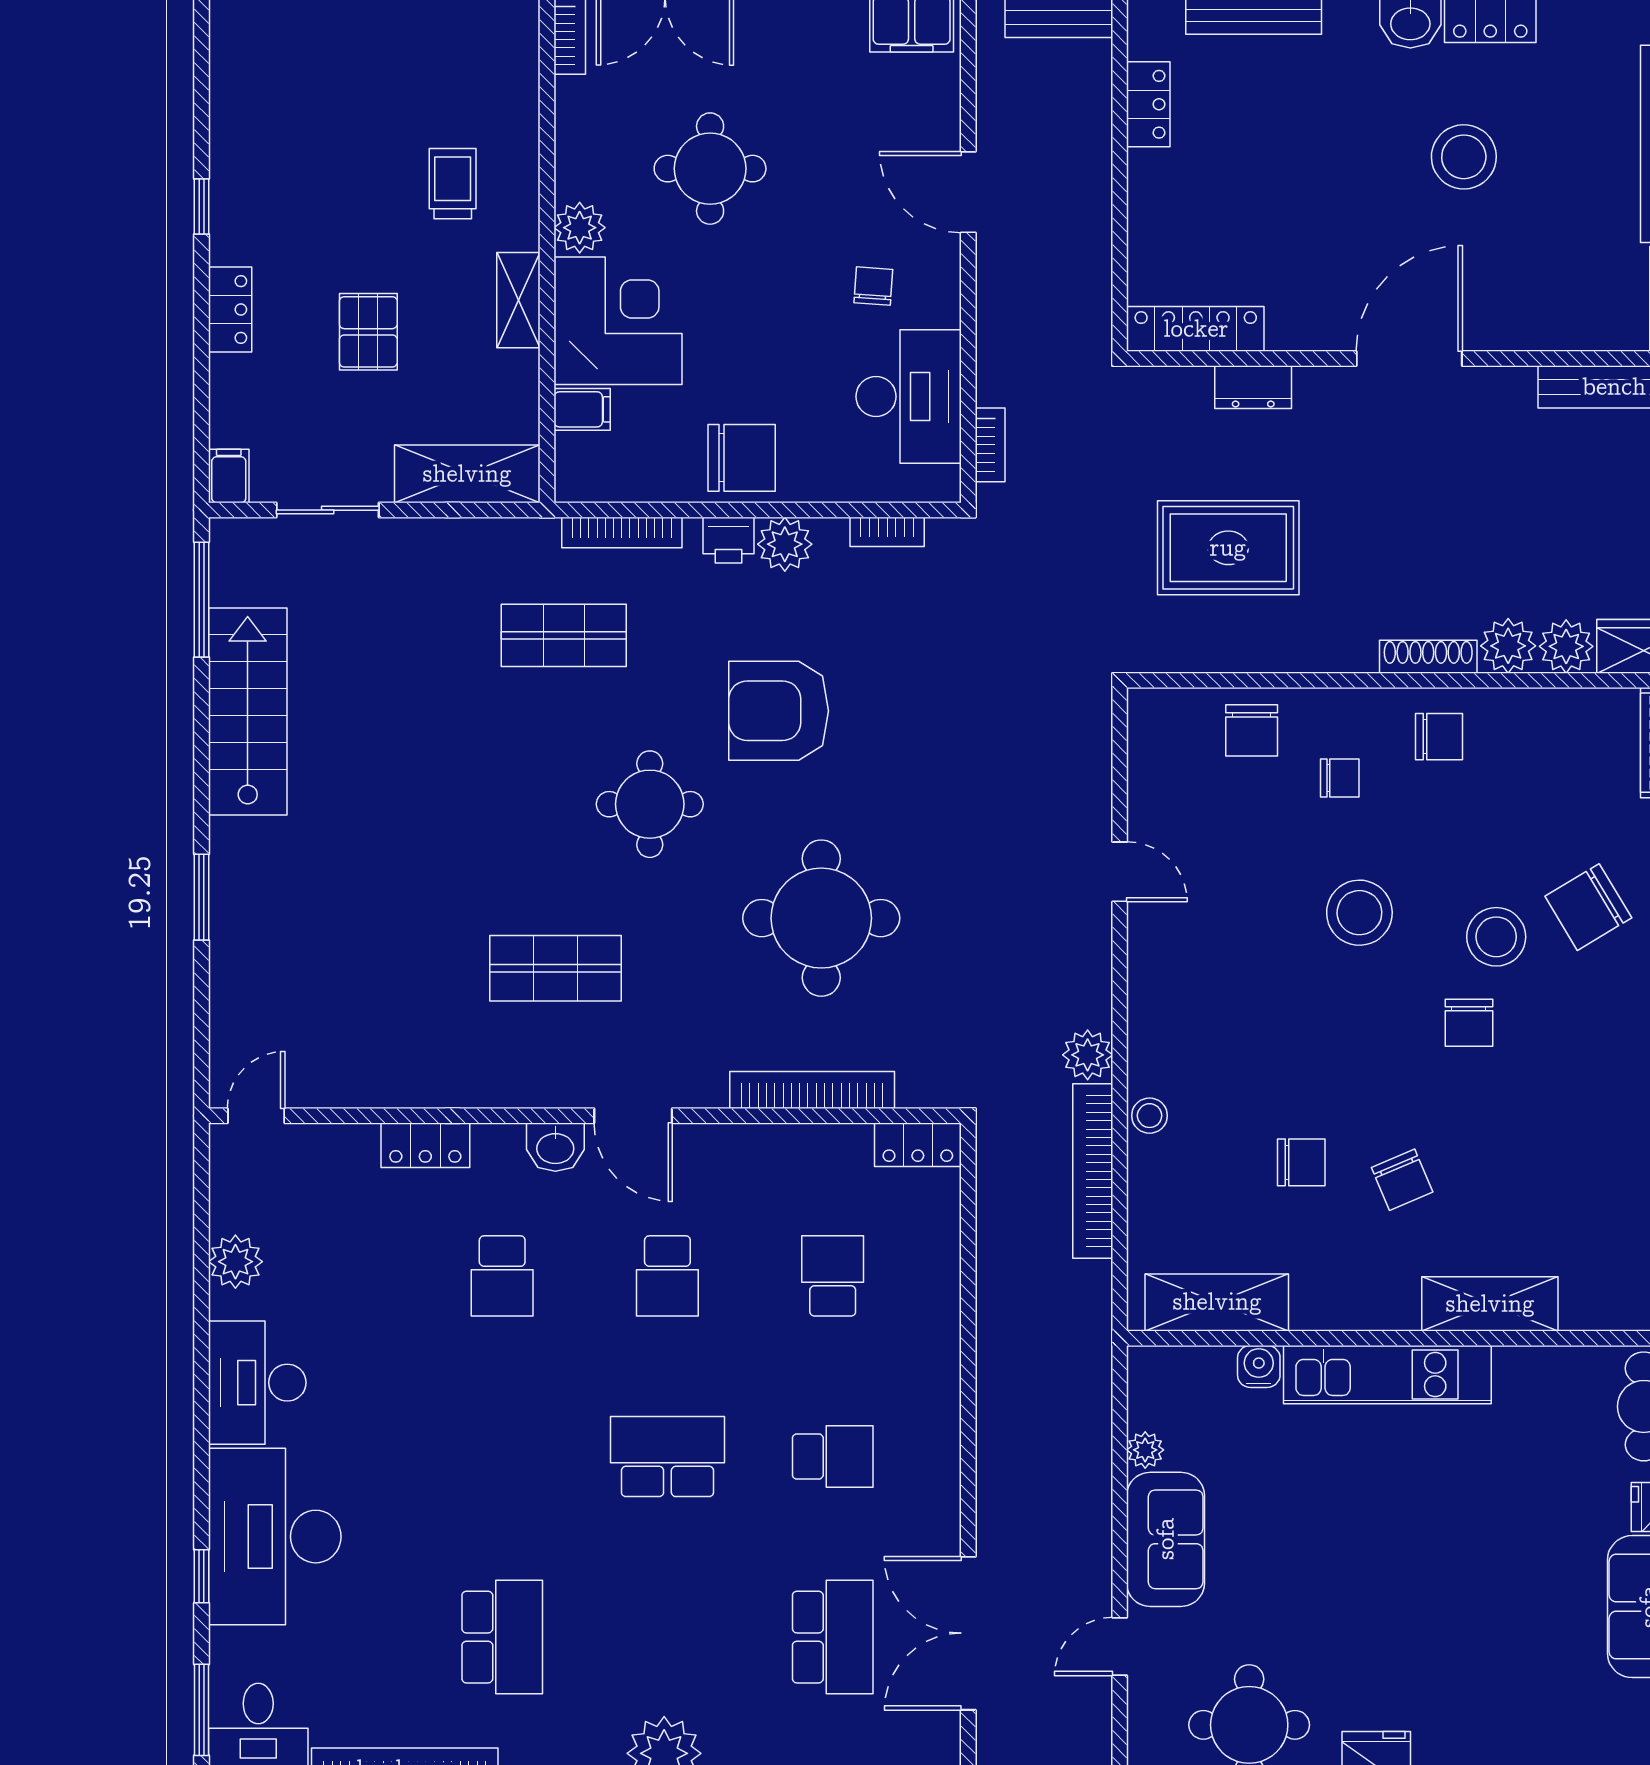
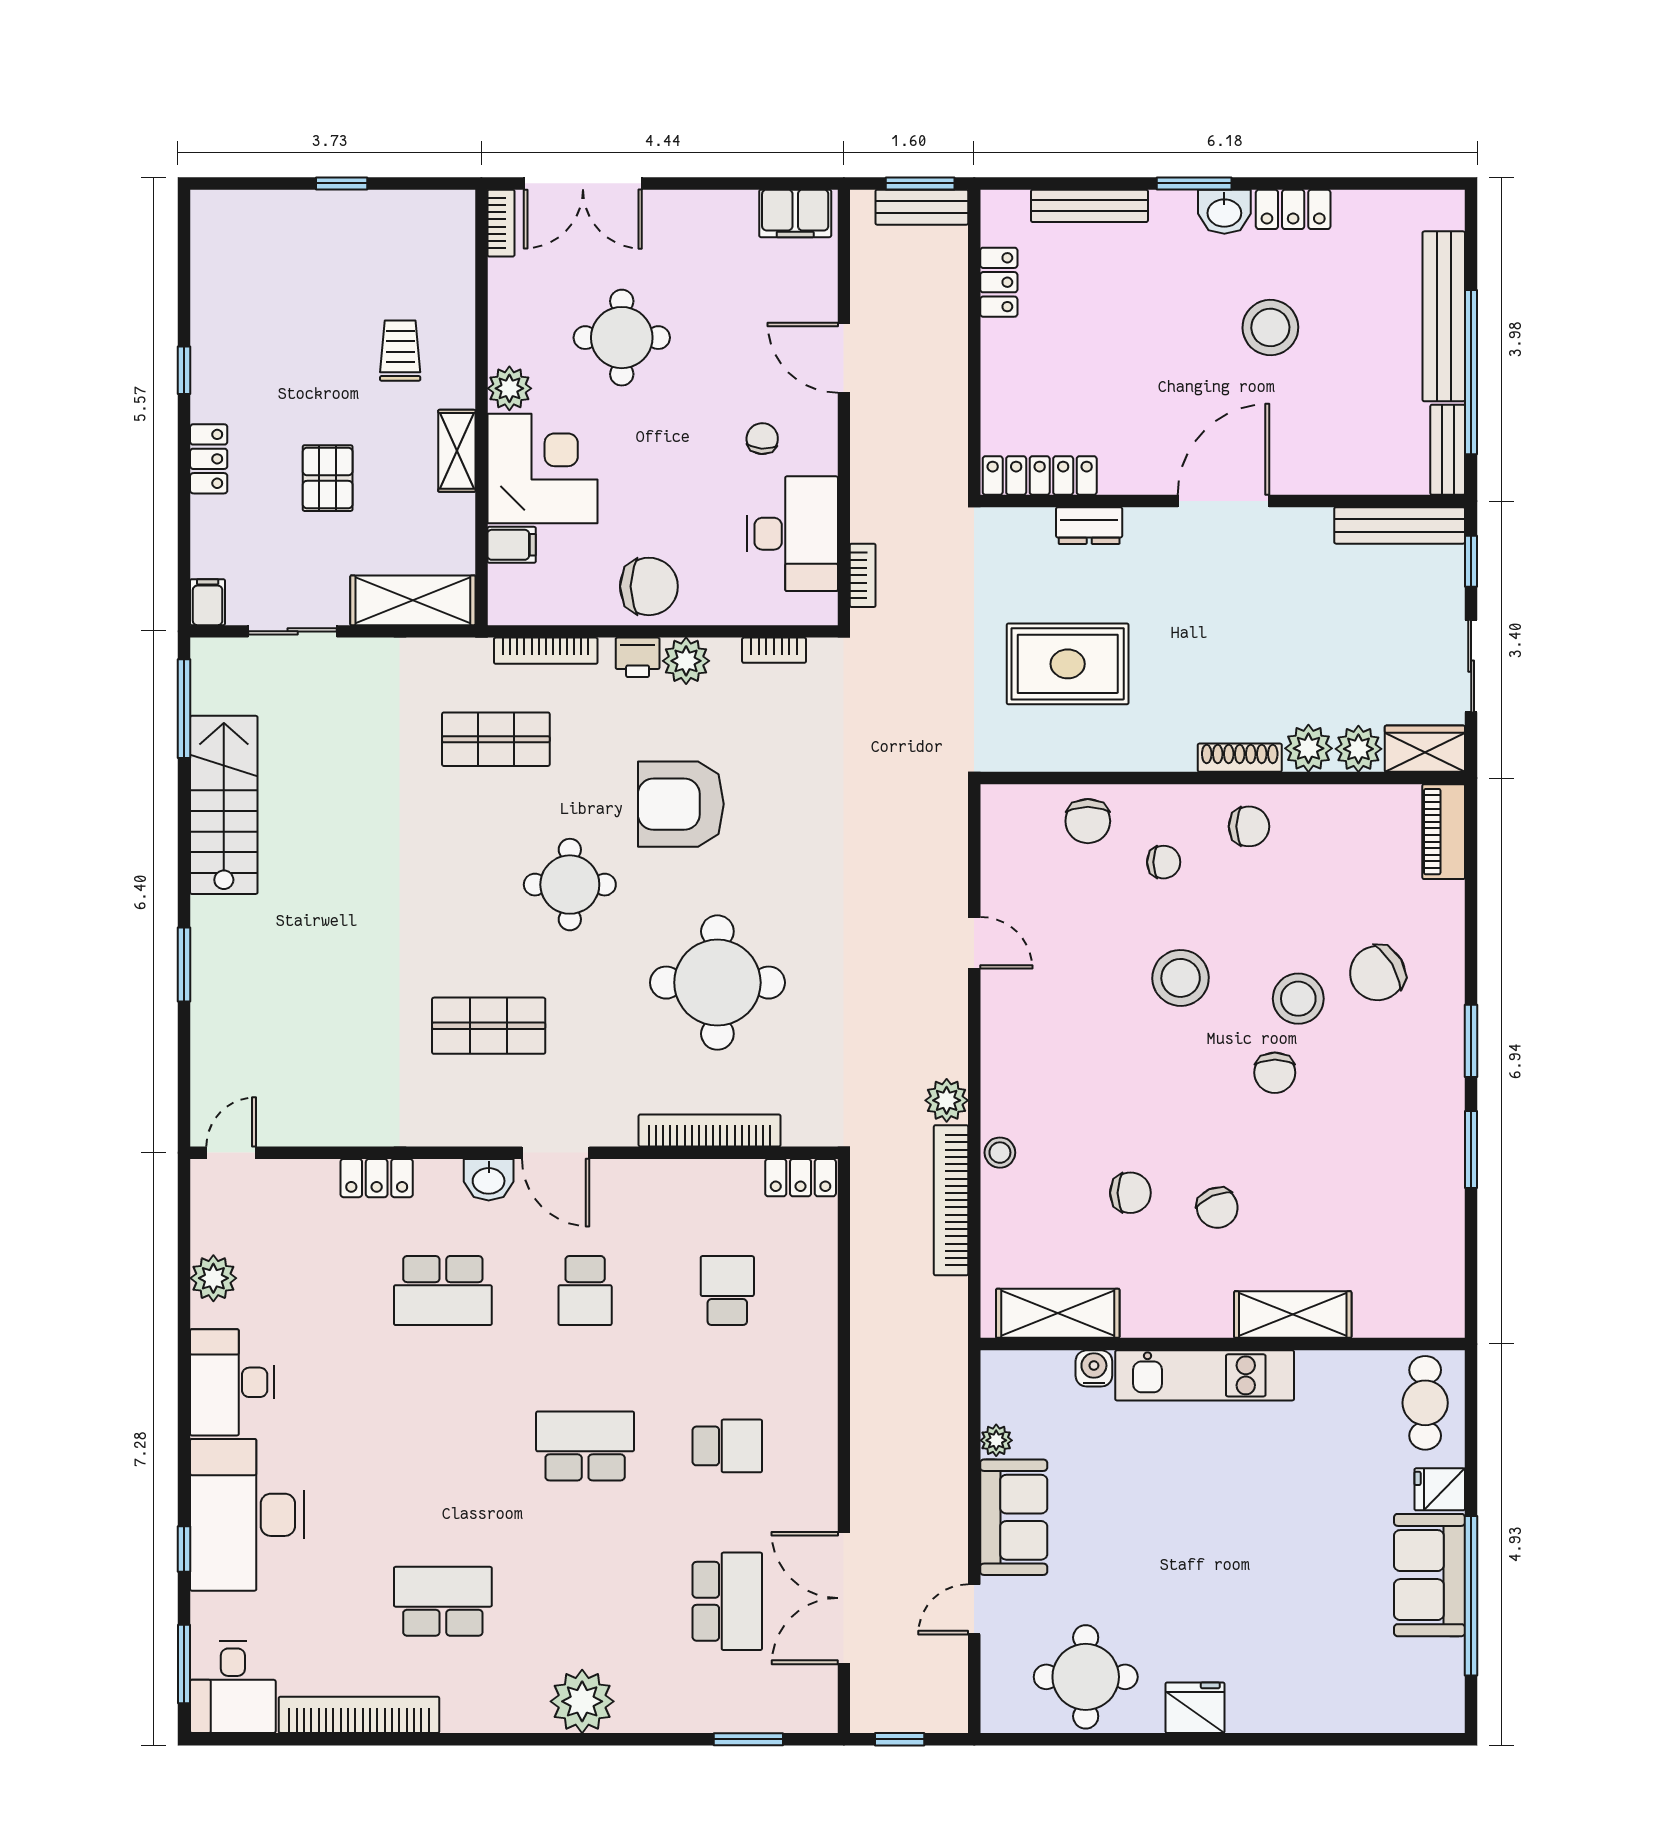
school desk: (502, 1276) -> (443, 1291), width x1.85
school desk: (502, 1637) -> (443, 1601), turned -90

